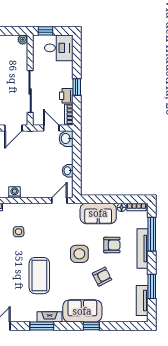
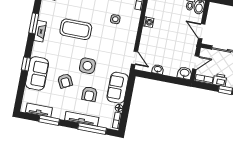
sofa: (82, 311) -> (37, 73), moved

